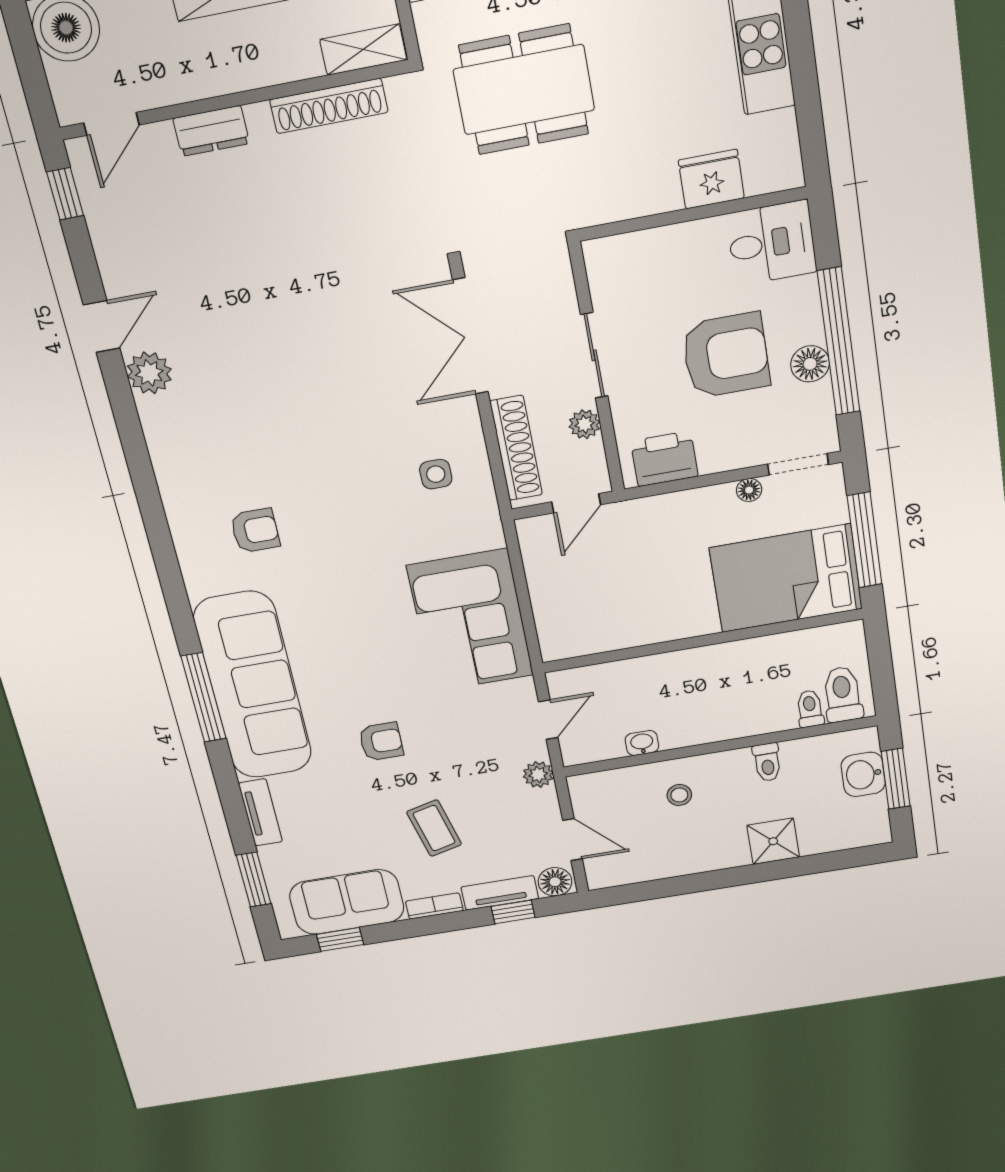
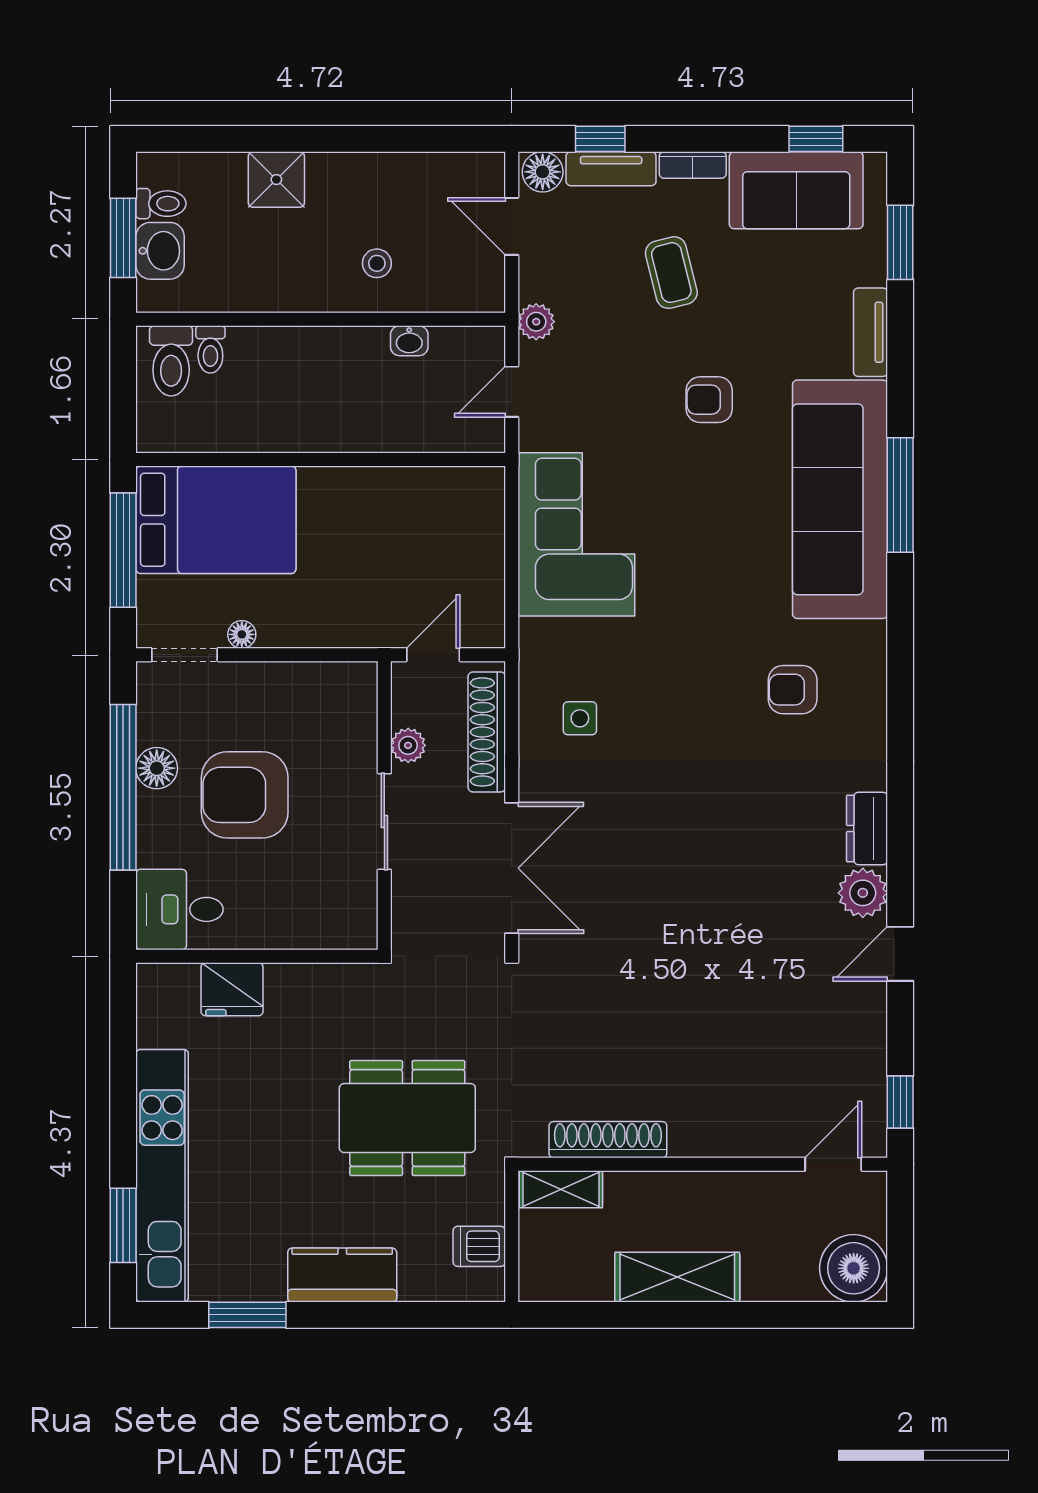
dresser: (211, 131) -> (867, 828), moved, turned -90
printer: (664, 459) -> (328, 689), removed
toilet: (767, 762) -> (161, 204), moved, turned 90

